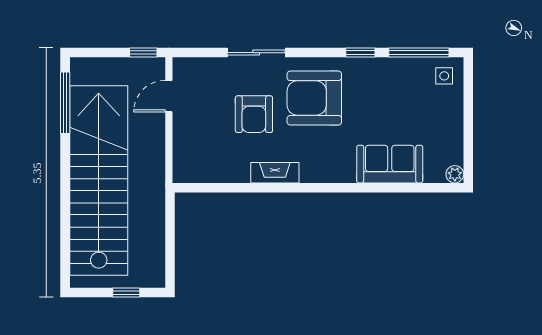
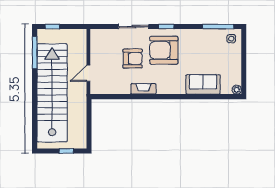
window: (143, 53) -> (52, 27), moved
window: (360, 53) -> (166, 27), moved
door: (169, 96) -> (88, 73), moved
armchair: (254, 114) -> (133, 59), turned -90

